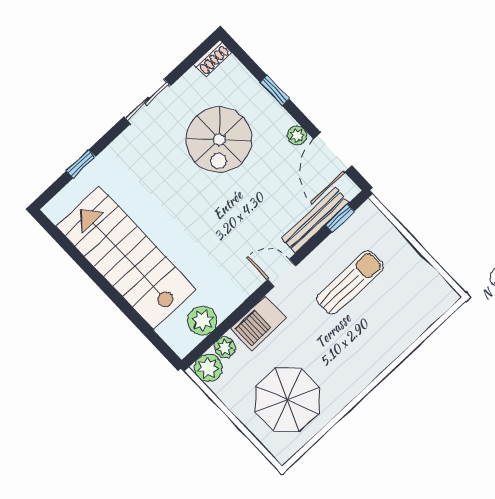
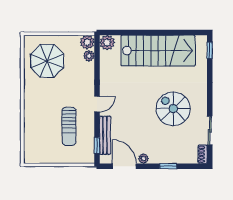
sliding door: (147, 101) -> (210, 131), moved
spiral stairs: (219, 140) -> (173, 109), moved
window: (81, 164) -> (210, 50), moved
plant: (202, 321) -> (107, 43), moved
barbecue: (258, 323) -> (86, 77), removed

